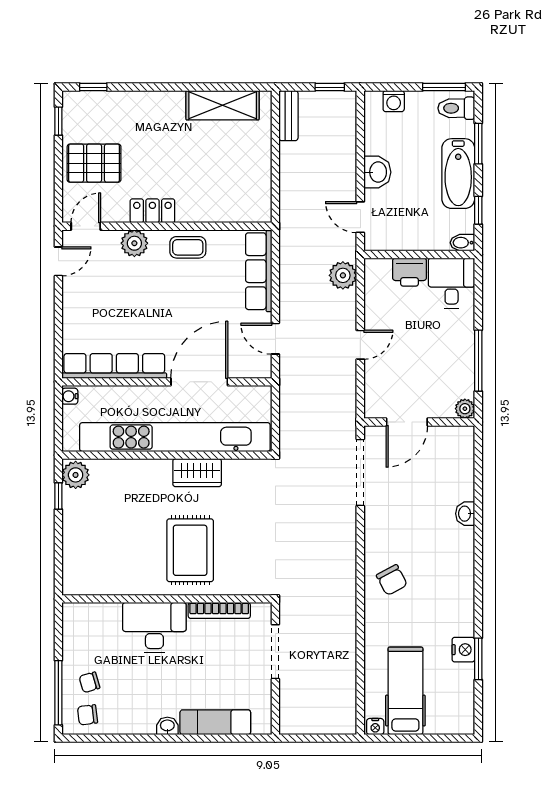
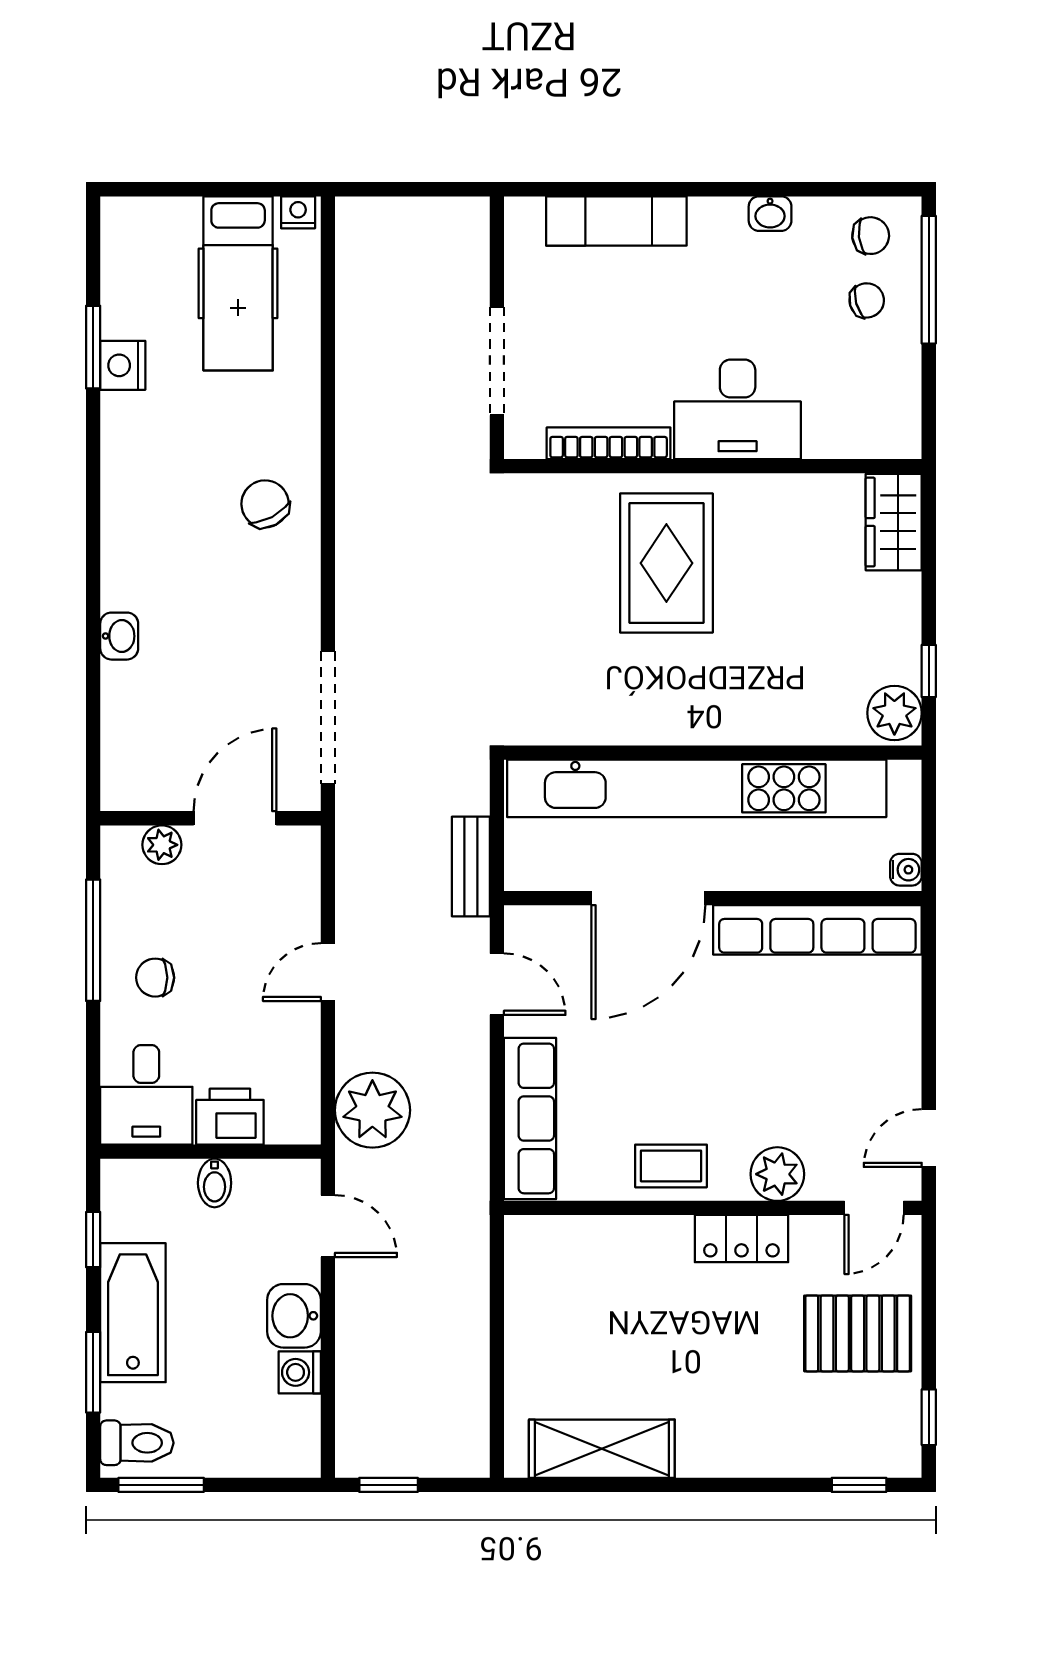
washing machine: (394, 101) -> (300, 1372), moved, turned -90
bench: (288, 116) -> (471, 867), moved
bidet: (462, 243) -> (215, 1183), moved, turned 90
plant: (343, 275) -> (372, 1110), width x1.36, depth x1.36
chair: (447, 342) -> (155, 978), added
plant: (465, 409) -> (162, 845), moved
wardrobe: (197, 473) -> (894, 522), moved, turned -90
washbasin: (167, 726) -> (770, 214), moved

